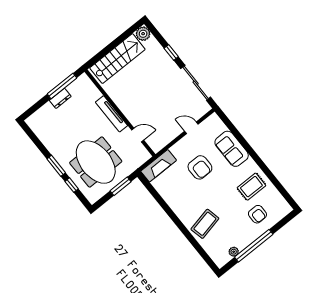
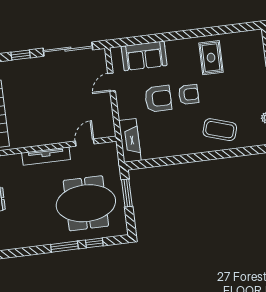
sofa: (232, 149) -> (144, 56), moved
armchair: (257, 214) -> (189, 94), moved
coffee table: (205, 224) -> (220, 130), turned -61

